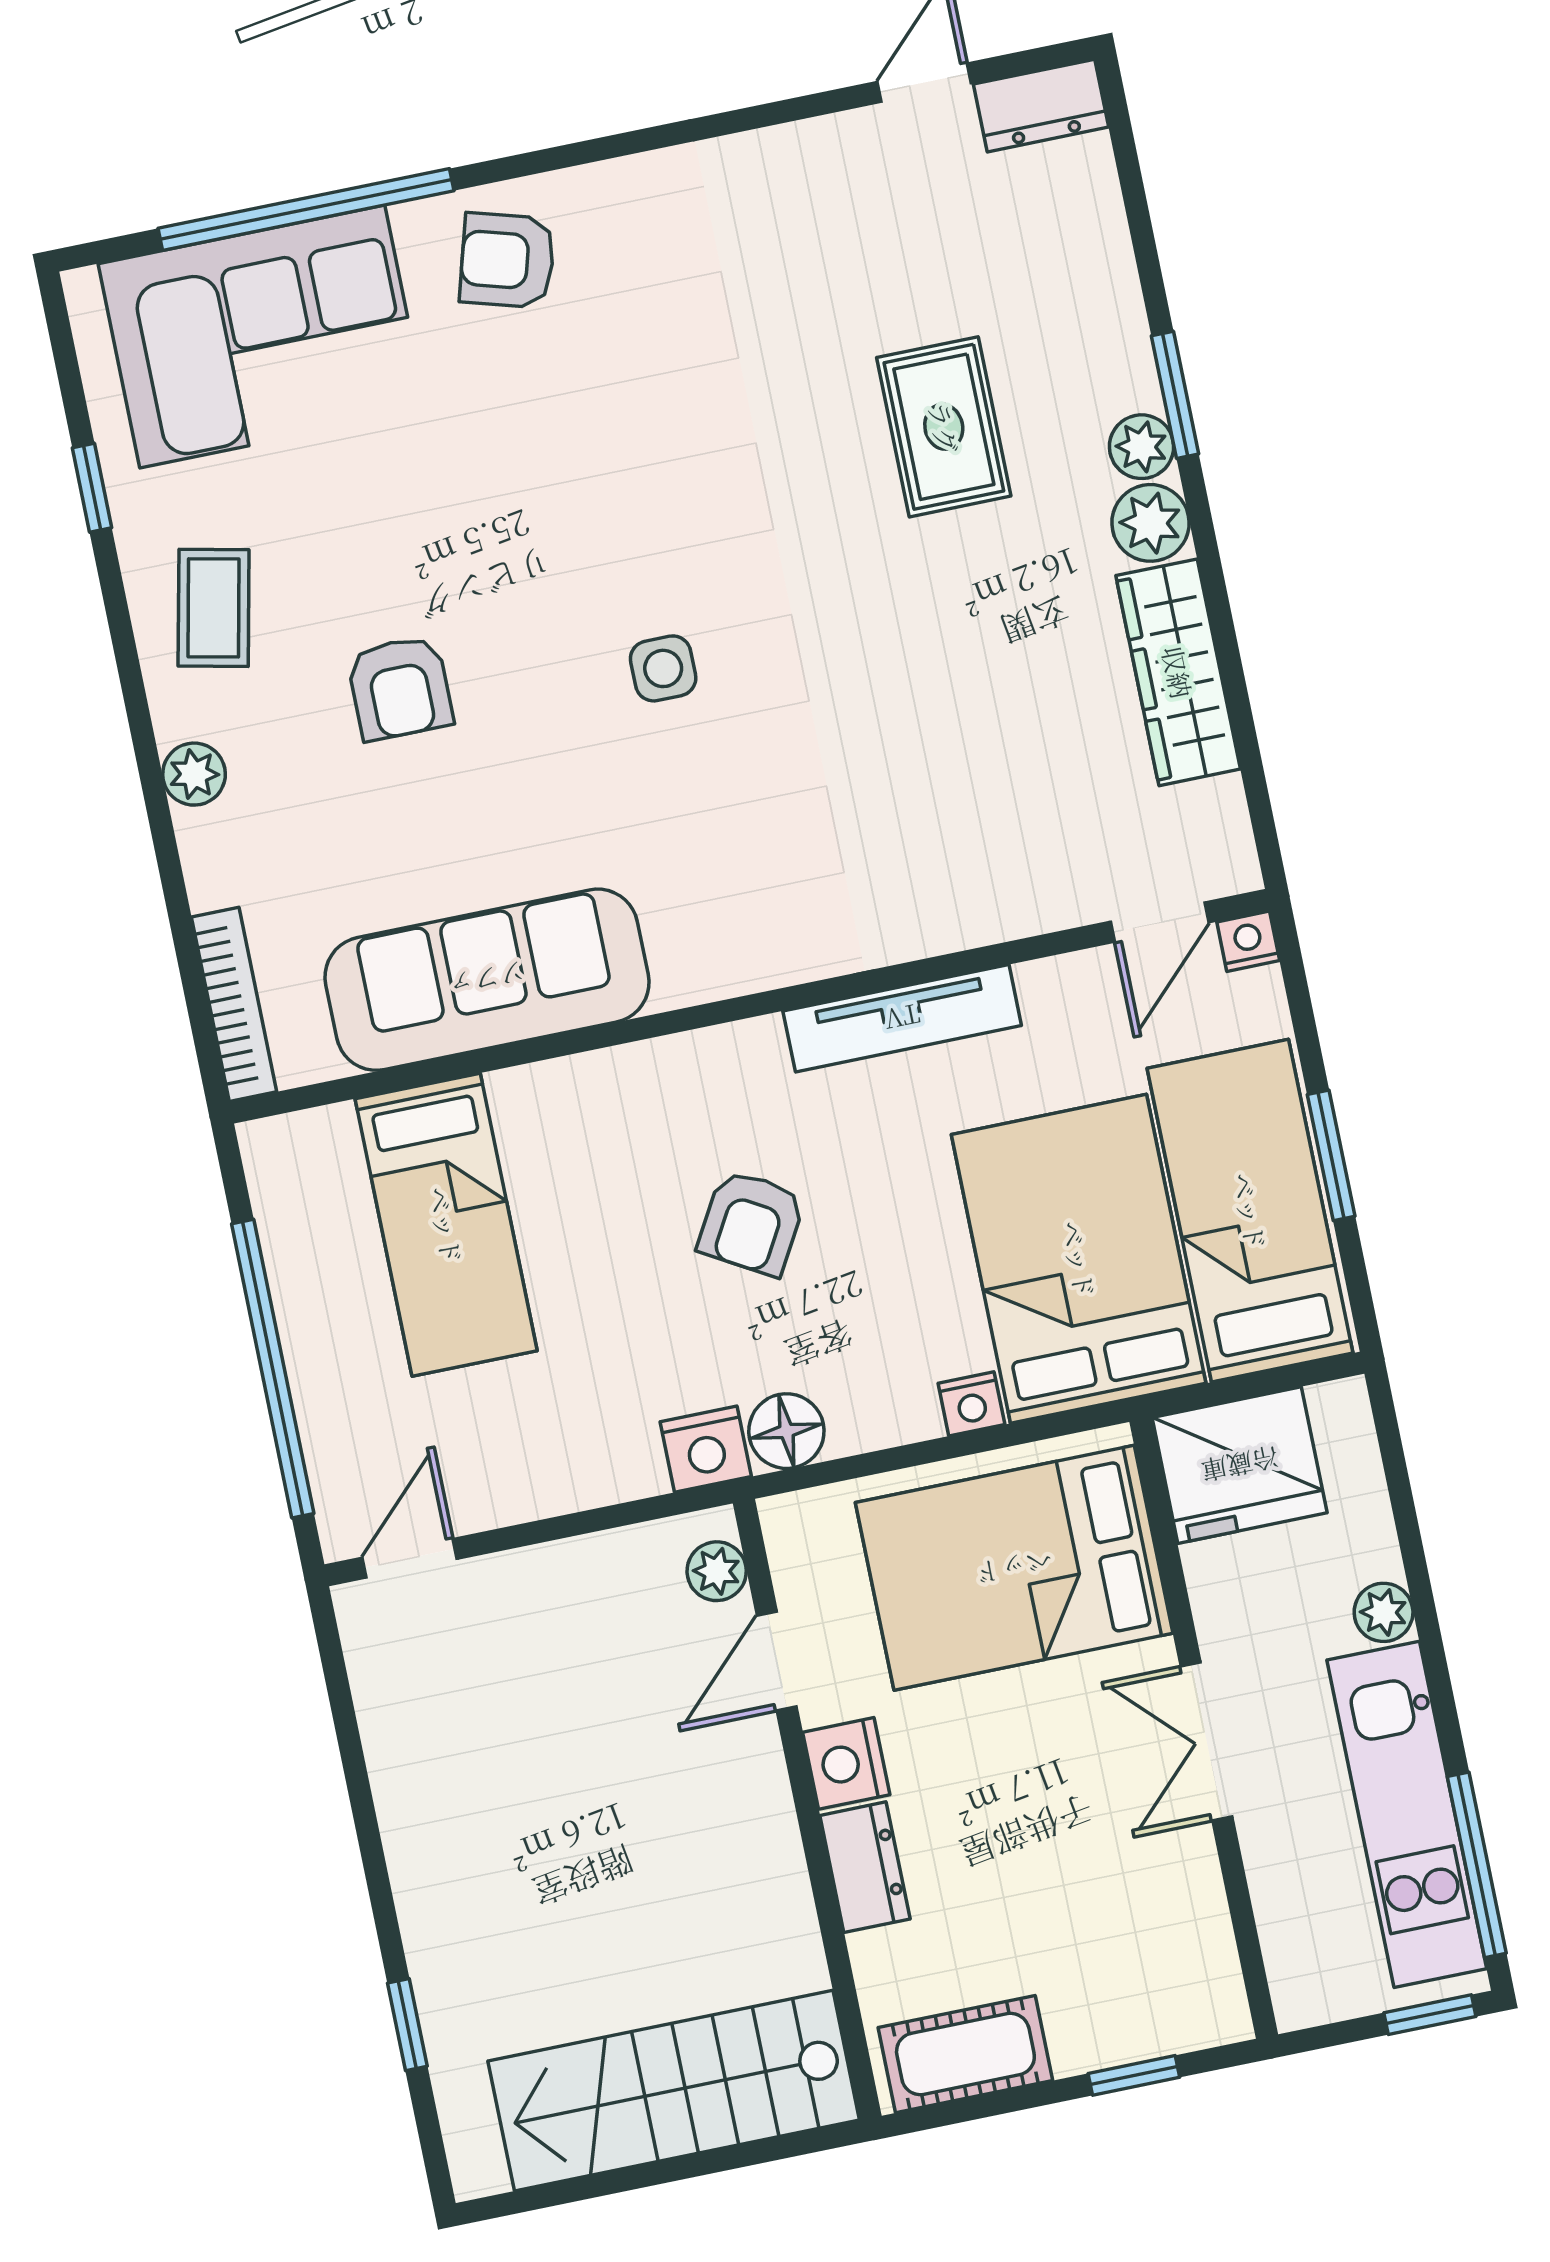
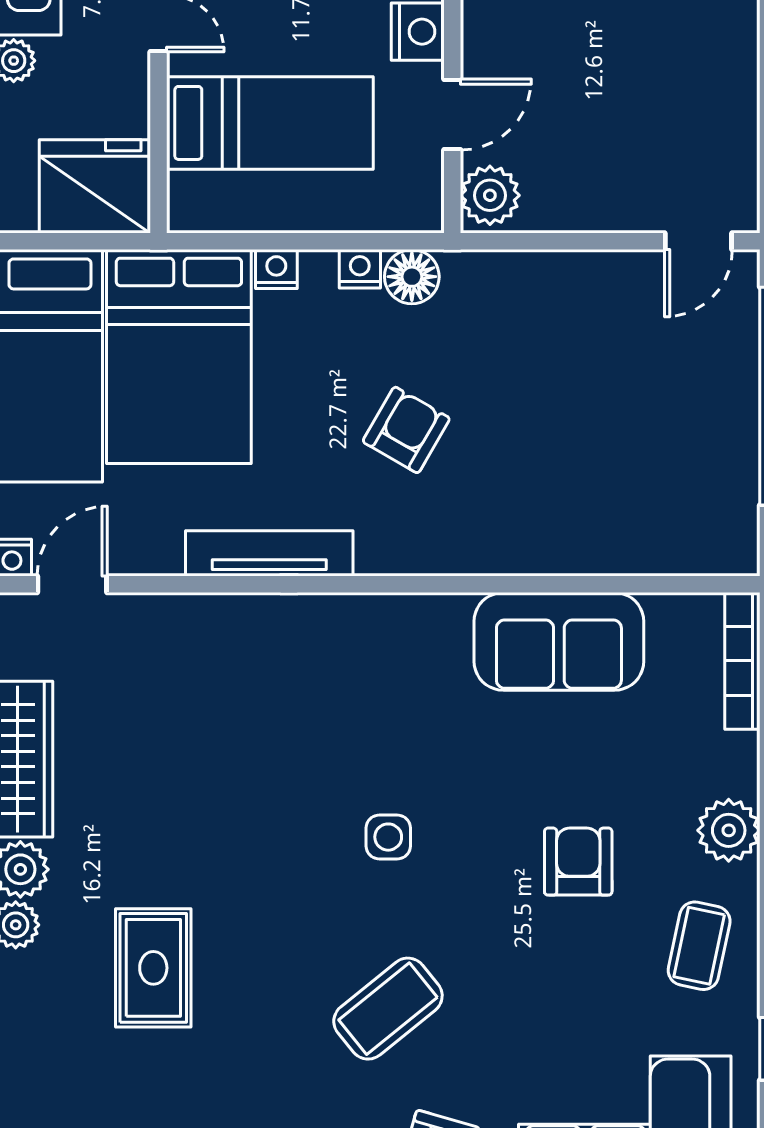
coffee table: (616, 437) -> (388, 1009), added
plant: (194, 774) -> (729, 830), width x1.38, depth x1.38
sofa: (487, 980) -> (559, 641), width x0.73
bed: (446, 1225) -> (624, 473), removed
nightstand: (706, 1449) -> (360, 269), moved, width x0.72, depth x0.74
bed: (1014, 1568) -> (270, 123), width x0.67
plant: (717, 1571) -> (490, 195), width x1.38, depth x1.38

